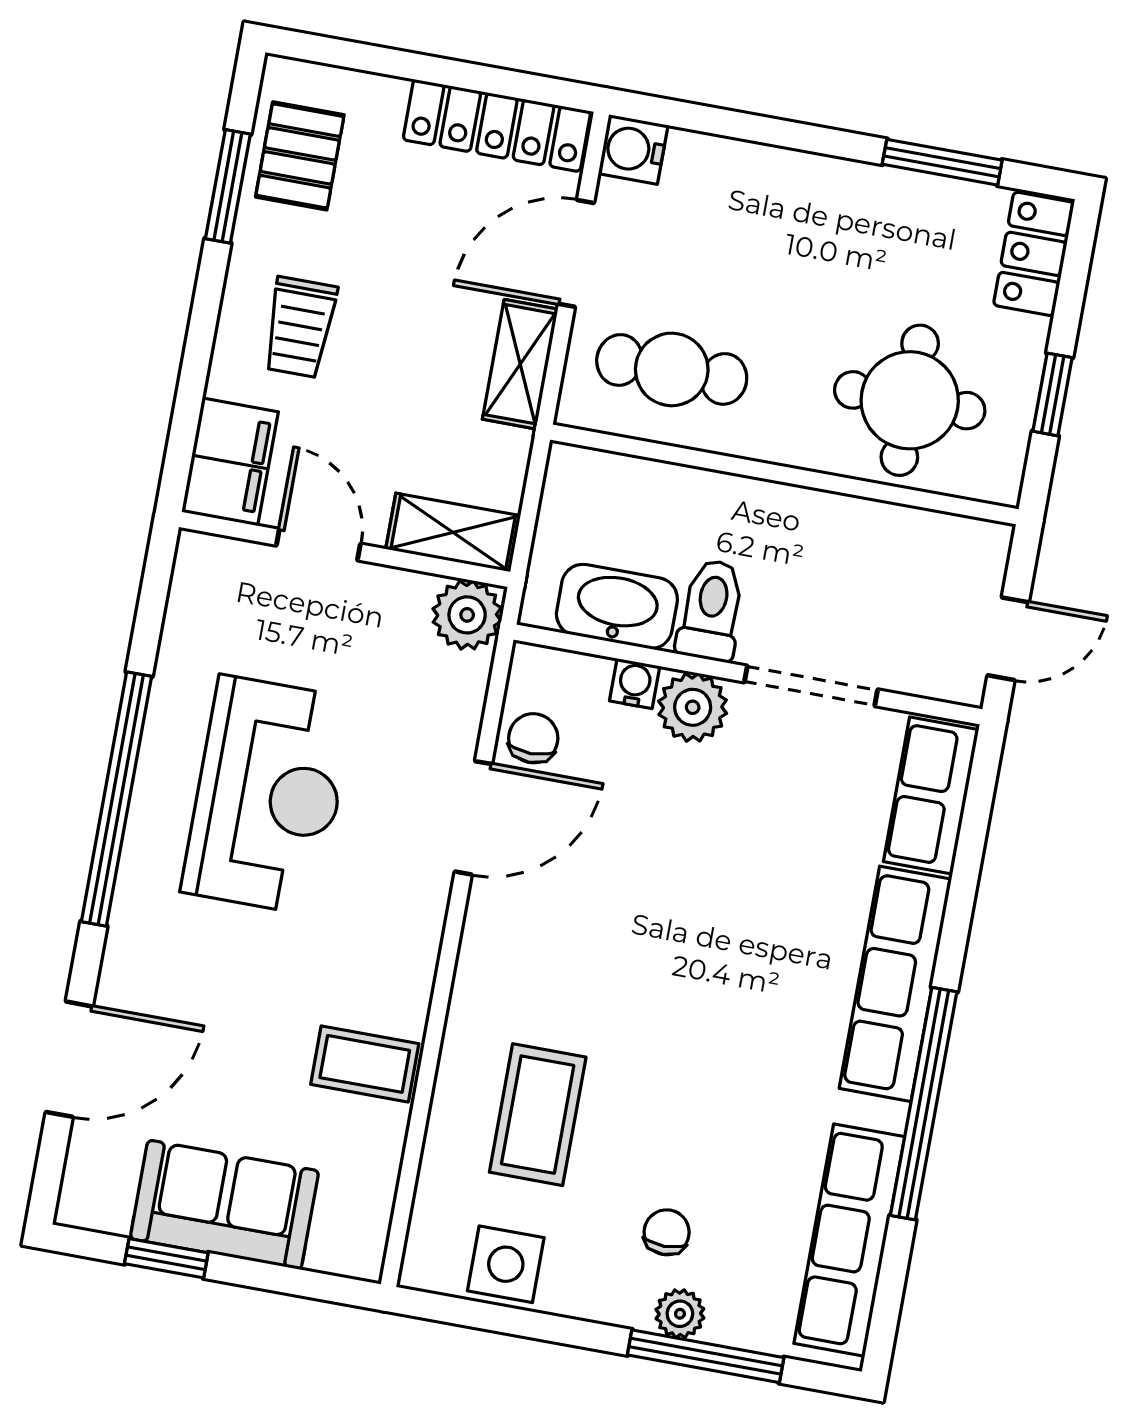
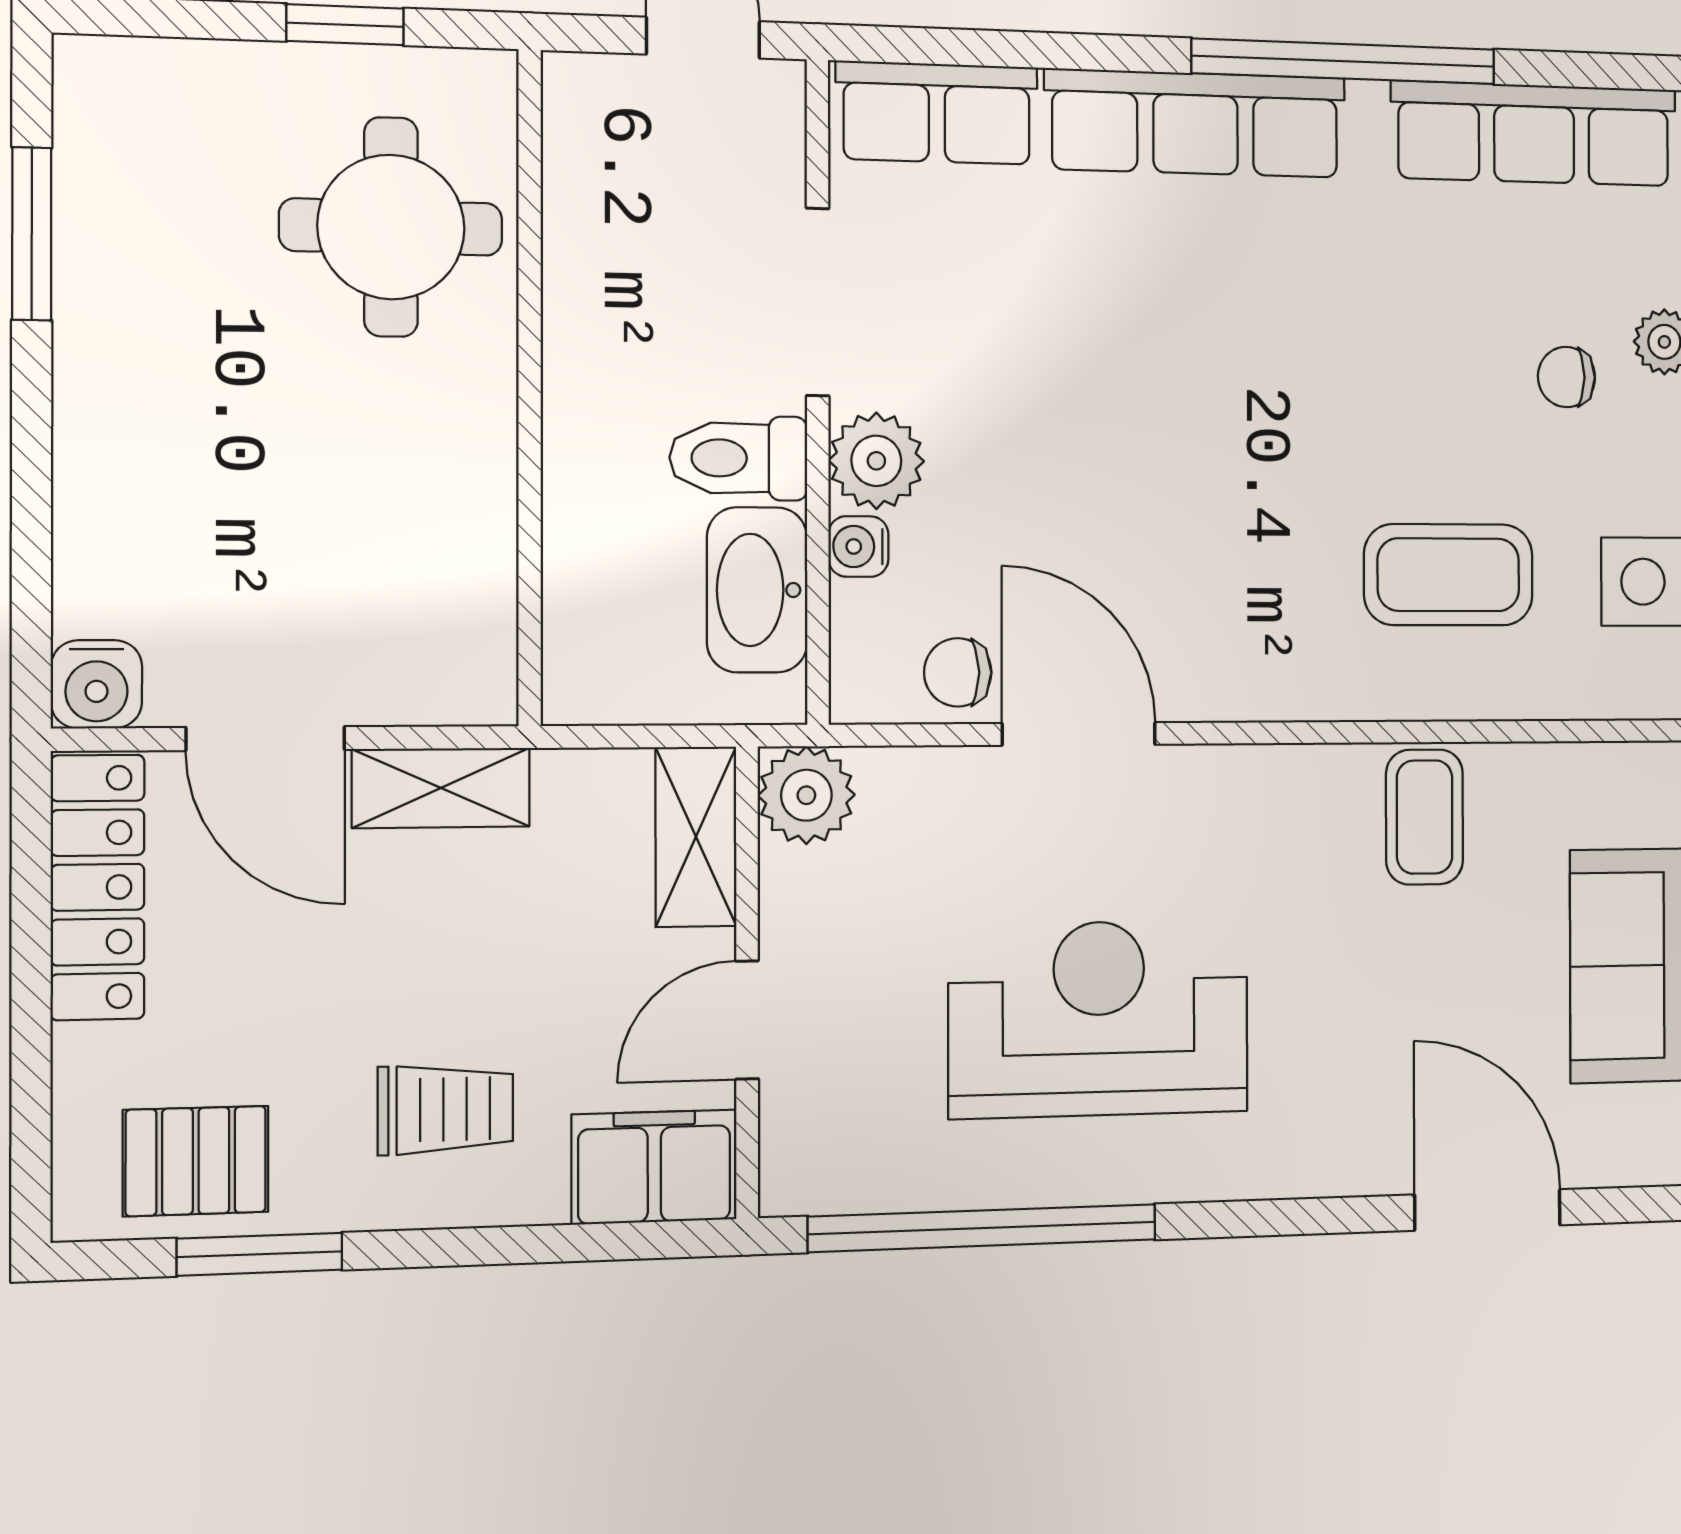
locker: (1034, 254) -> (144, 81), removed
cafe table: (672, 369) -> (409, 572), removed
window: (117, 799) -> (983, 1228), moved

